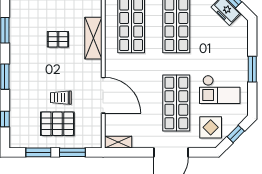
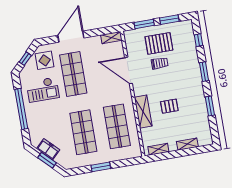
window: (252, 69) -> (21, 109), width x2.11
checkout: (220, 89) -> (43, 90), turned 180

